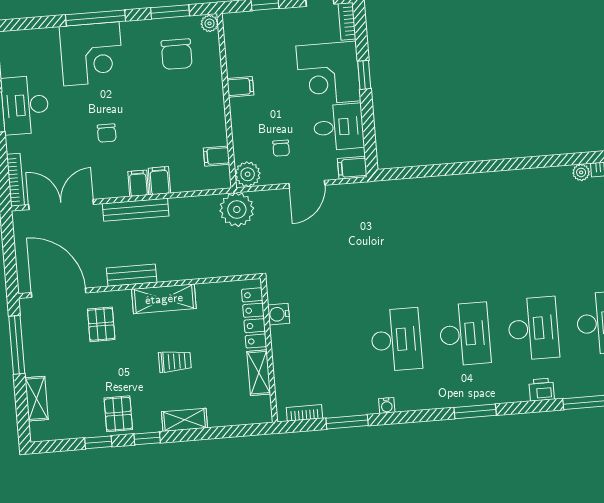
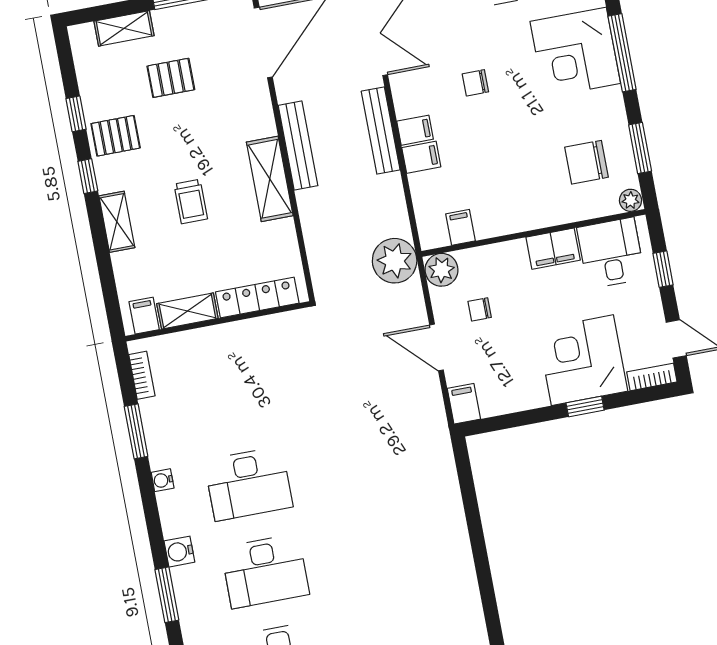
filing cabinet: (240, 87) -> (553, 249), width x2.00
desk: (339, 127) -> (611, 253), moved, turned 180
bench: (132, 275) -> (298, 145), width x1.36
water cooler: (279, 314) -> (179, 552), moved, turned -90
pallet: (101, 324) -> (171, 78), moved
filing cabinet: (259, 406) -> (144, 316), added

